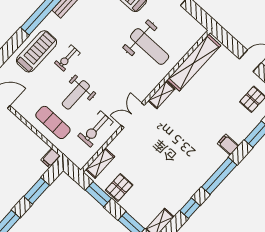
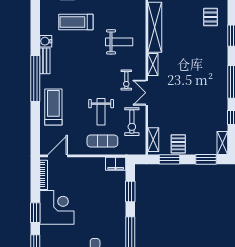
weight bench: (150, 47) -> (119, 42), width x0.73, depth x0.75
exercise bike: (67, 58) -> (126, 80), moved
filing cabinet: (228, 145) -> (221, 58), removed
filing cabinet: (51, 158) -> (116, 164), width x2.00

